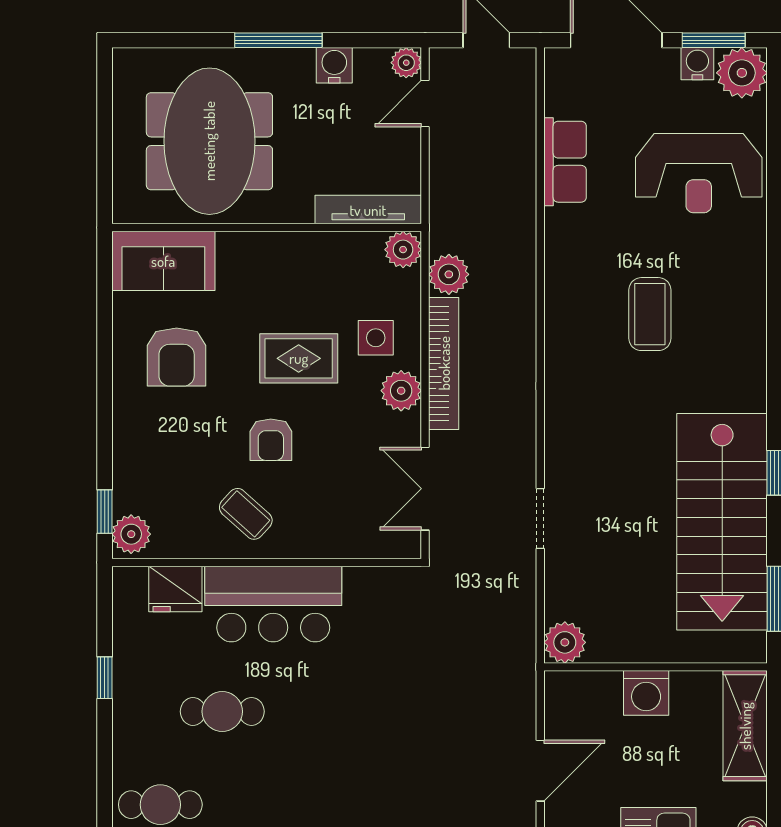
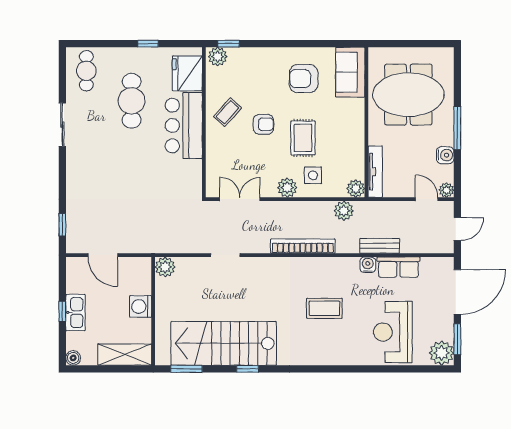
water cooler: (697, 64) -> (368, 265), moved, turned -90
bench: (521, 200) -> (380, 246), added
bookcase: (444, 363) -> (303, 246), moved, turned 180
armchair: (271, 440) -> (263, 124), turned 180
fridge: (175, 589) -> (187, 73), width x1.36, depth x1.34
cafe table: (222, 711) -> (132, 101), width x1.37, depth x1.35

